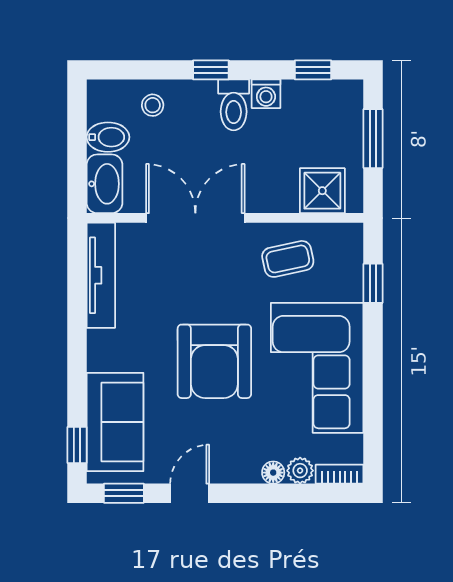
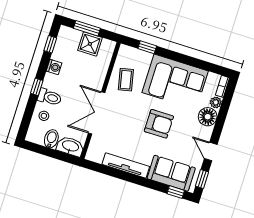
toilet: (234, 105) -> (50, 97), moved
shower: (322, 191) -> (90, 44), moved
tv unit: (101, 275) -> (126, 165), moved
armchair: (214, 361) -> (159, 124), width x0.73, depth x0.73
floor lamp: (273, 473) -> (208, 117), width x1.89, depth x1.89

